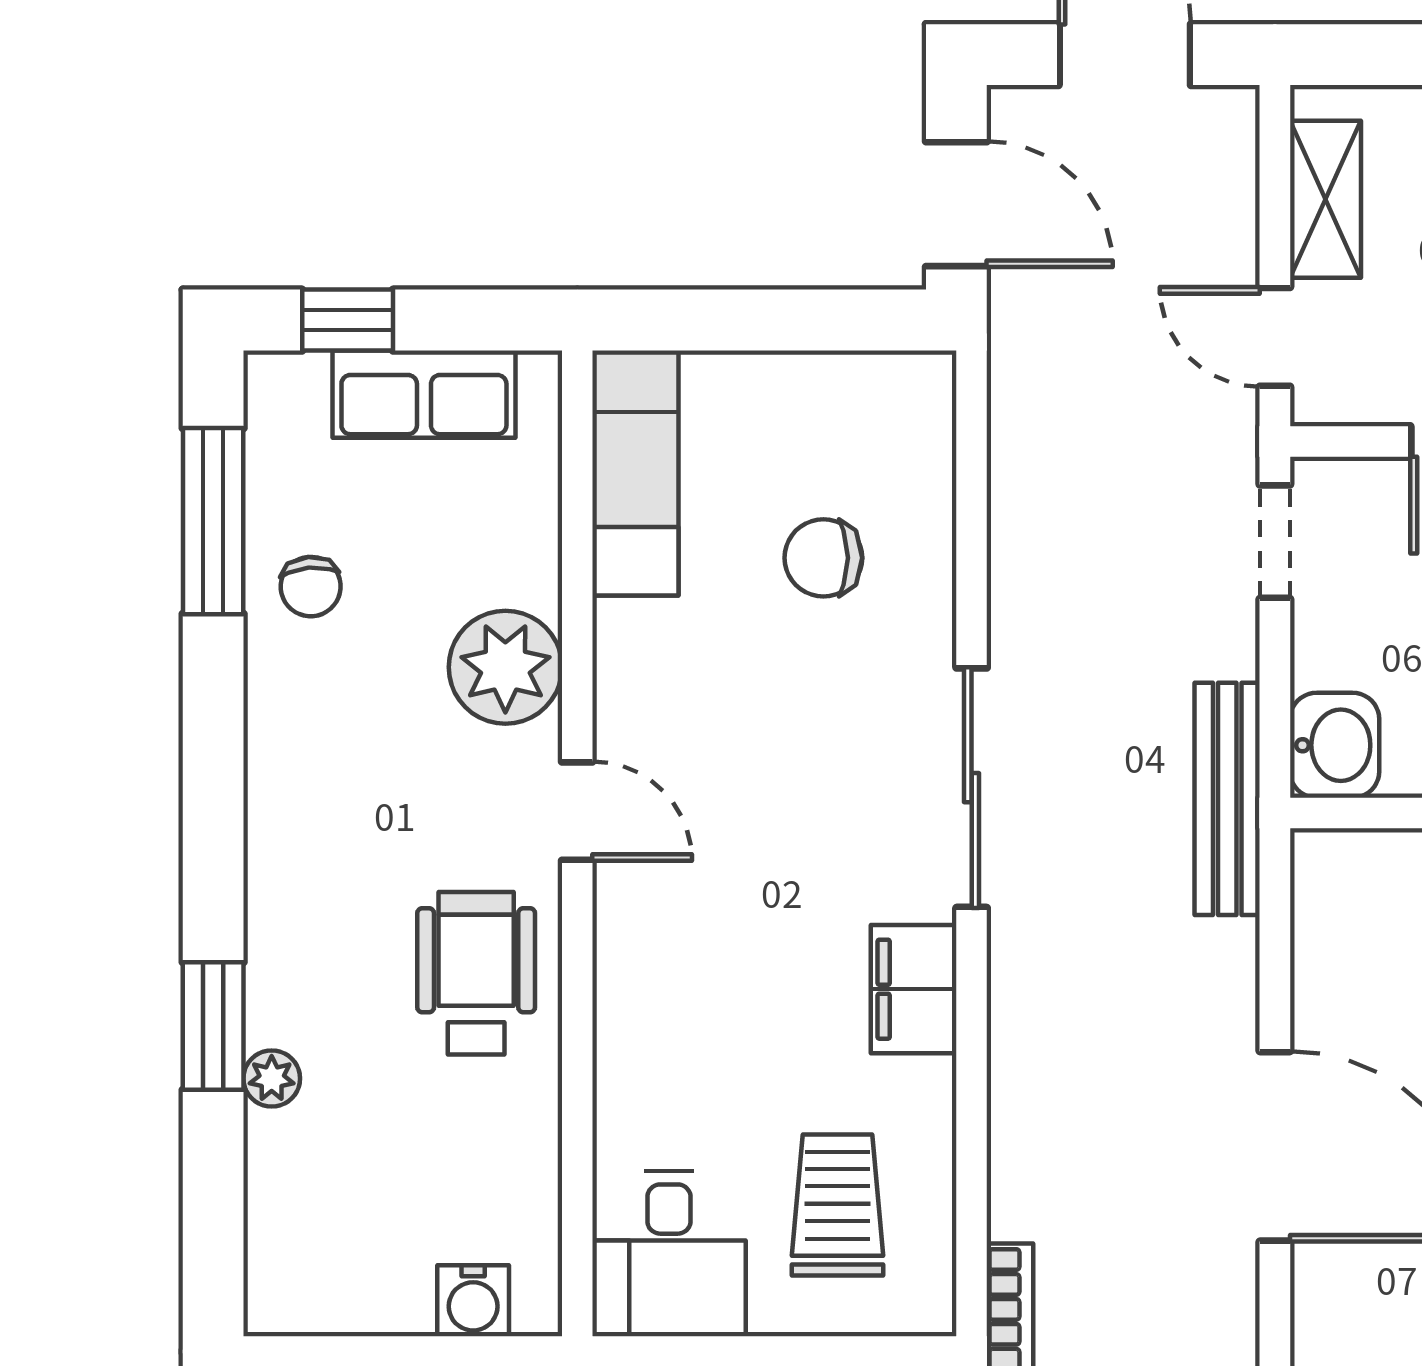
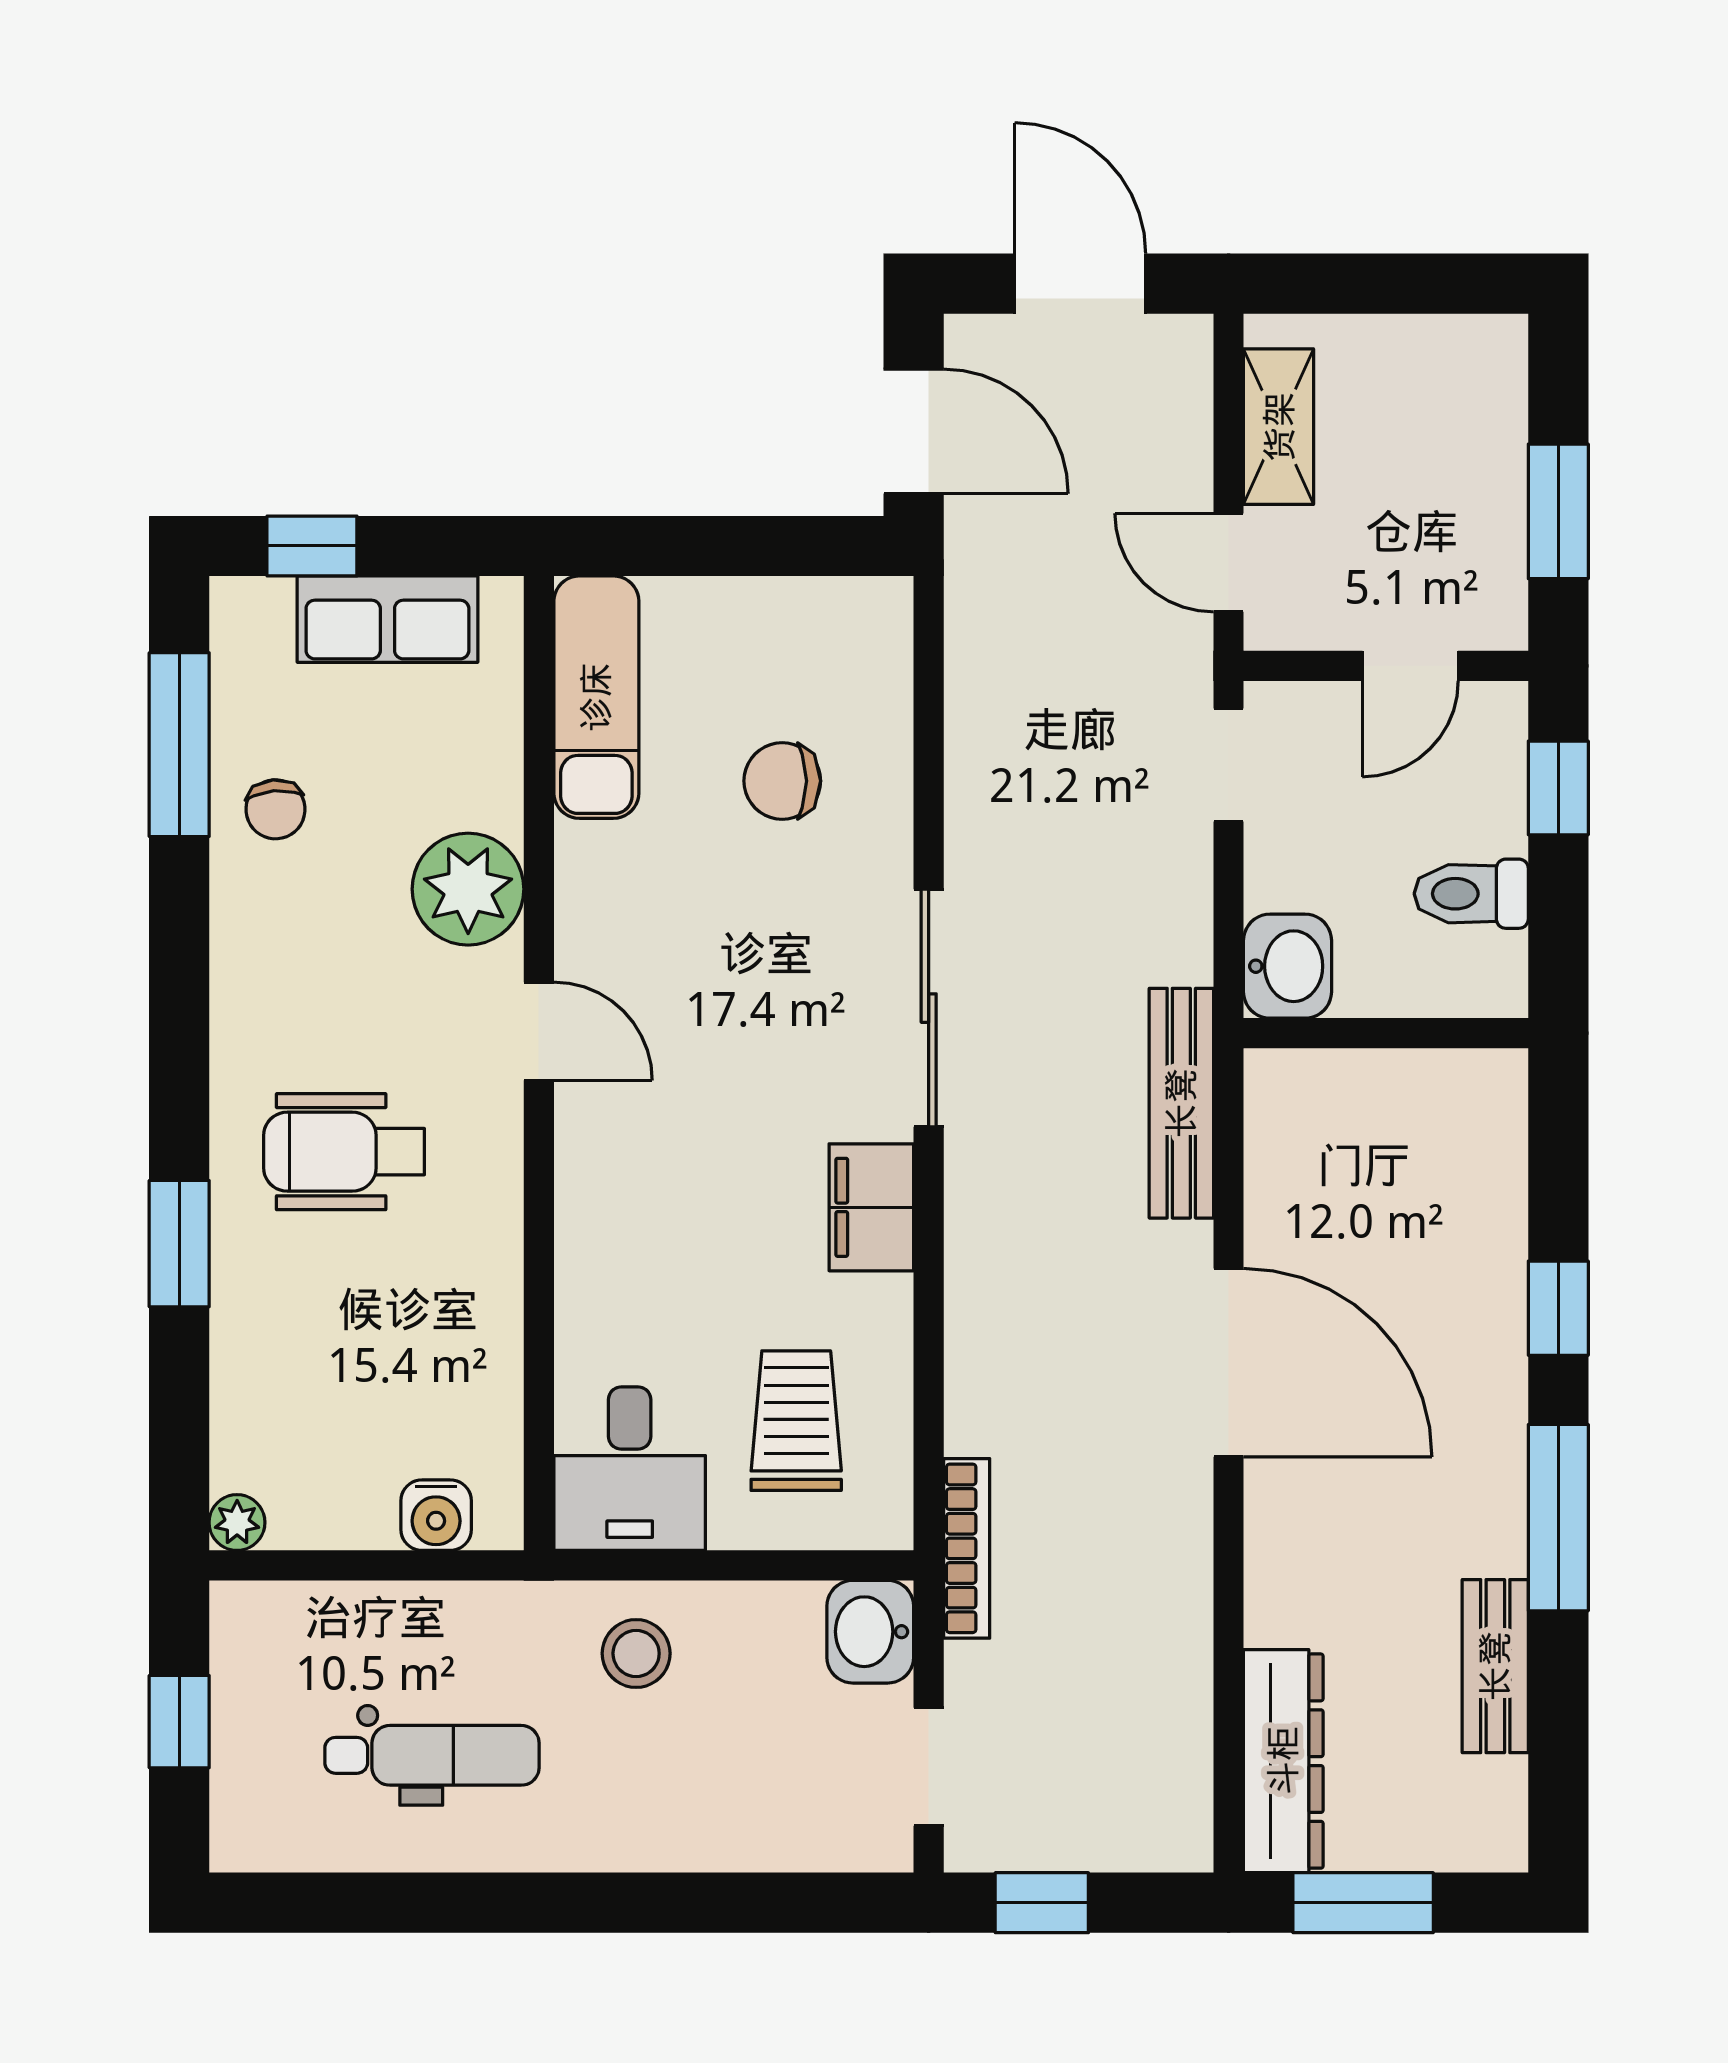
bench: (1227, 799) -> (1181, 1103), moved
wheelchair: (476, 973) -> (344, 1152), moved, turned -90
plant: (272, 1078) -> (237, 1522), moved

